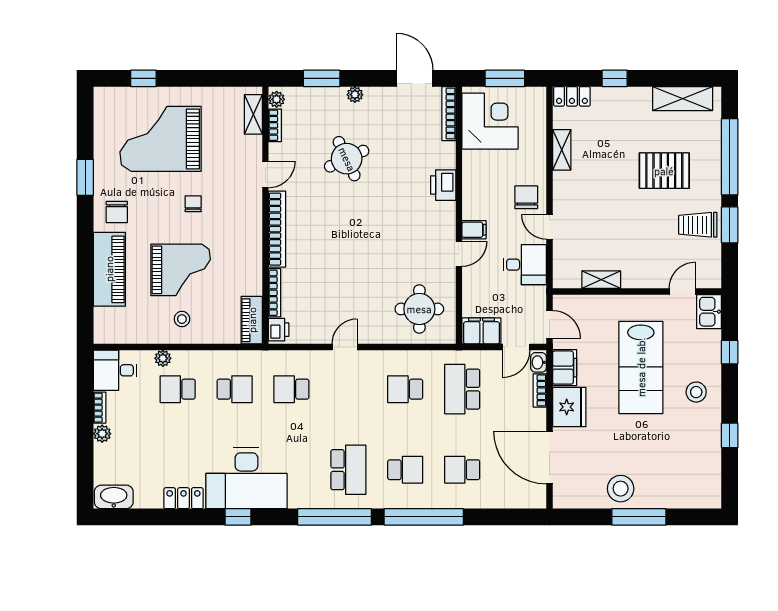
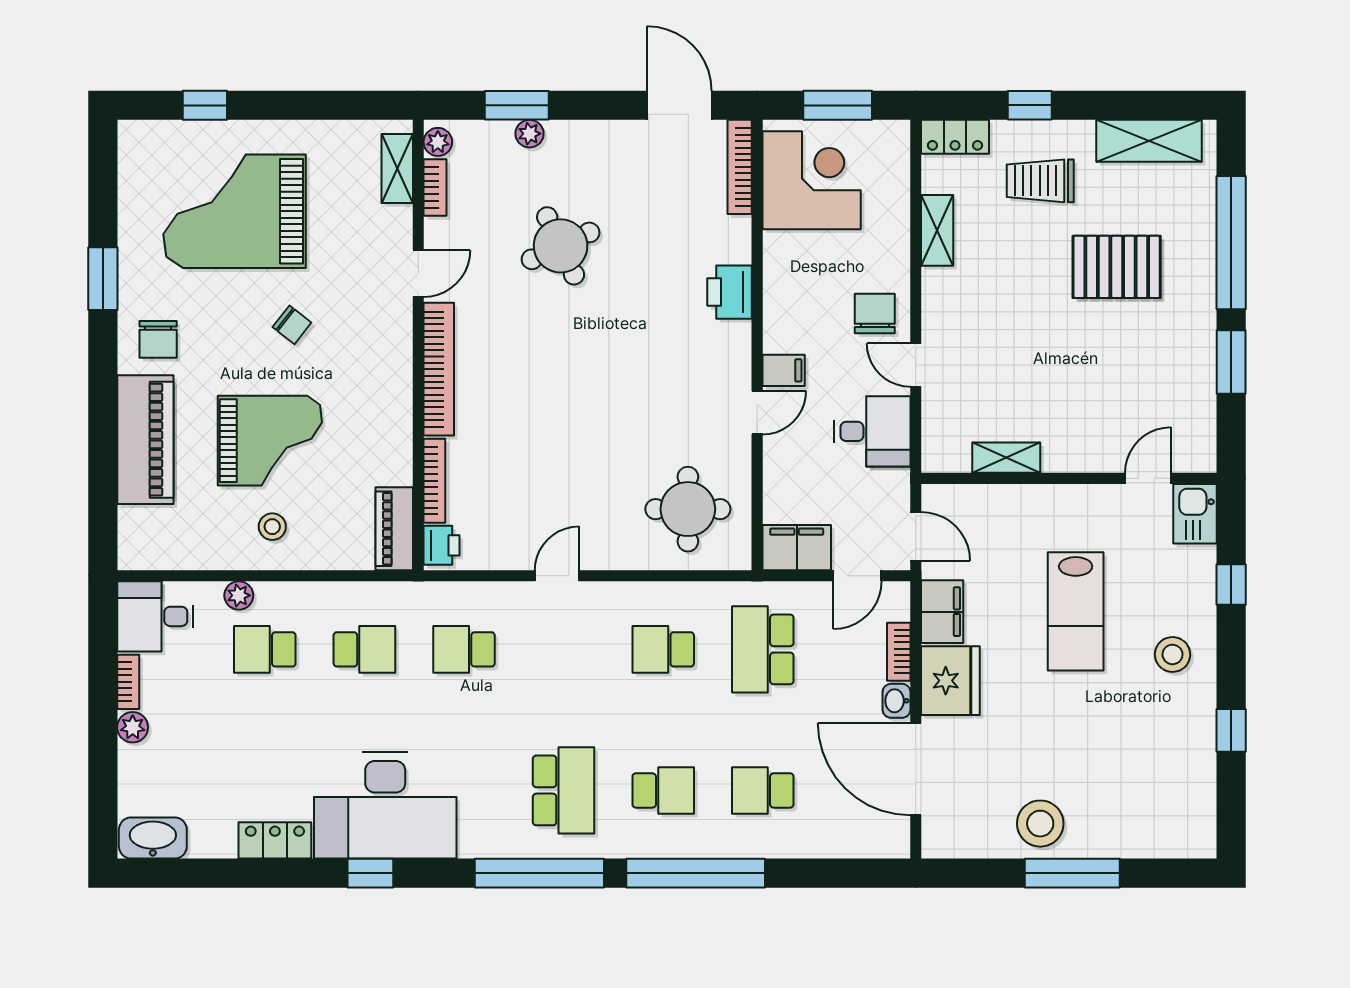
plant: (355, 95) -> (530, 134), moved
chair: (193, 204) -> (292, 325), turned 128
trolley: (698, 225) -> (1040, 181), moved
washbasin: (539, 362) -> (896, 701), moved
lab bench: (641, 367) -> (1076, 611), width x0.73, depth x0.72

